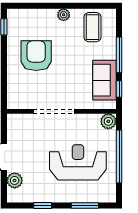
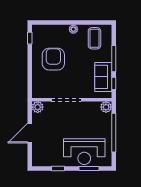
reception desk: (78, 162) -> (84, 152), moved, turned 180
plant: (15, 180) -> (38, 107), moved

